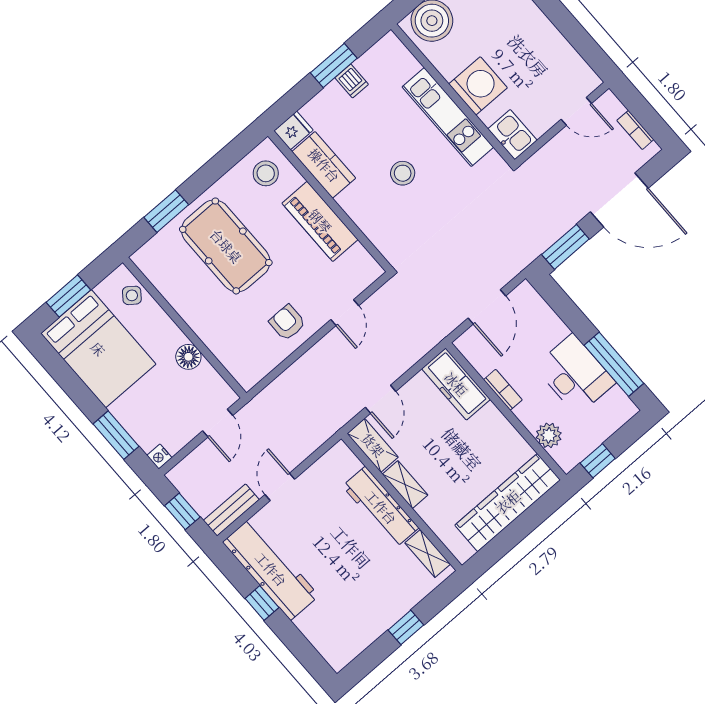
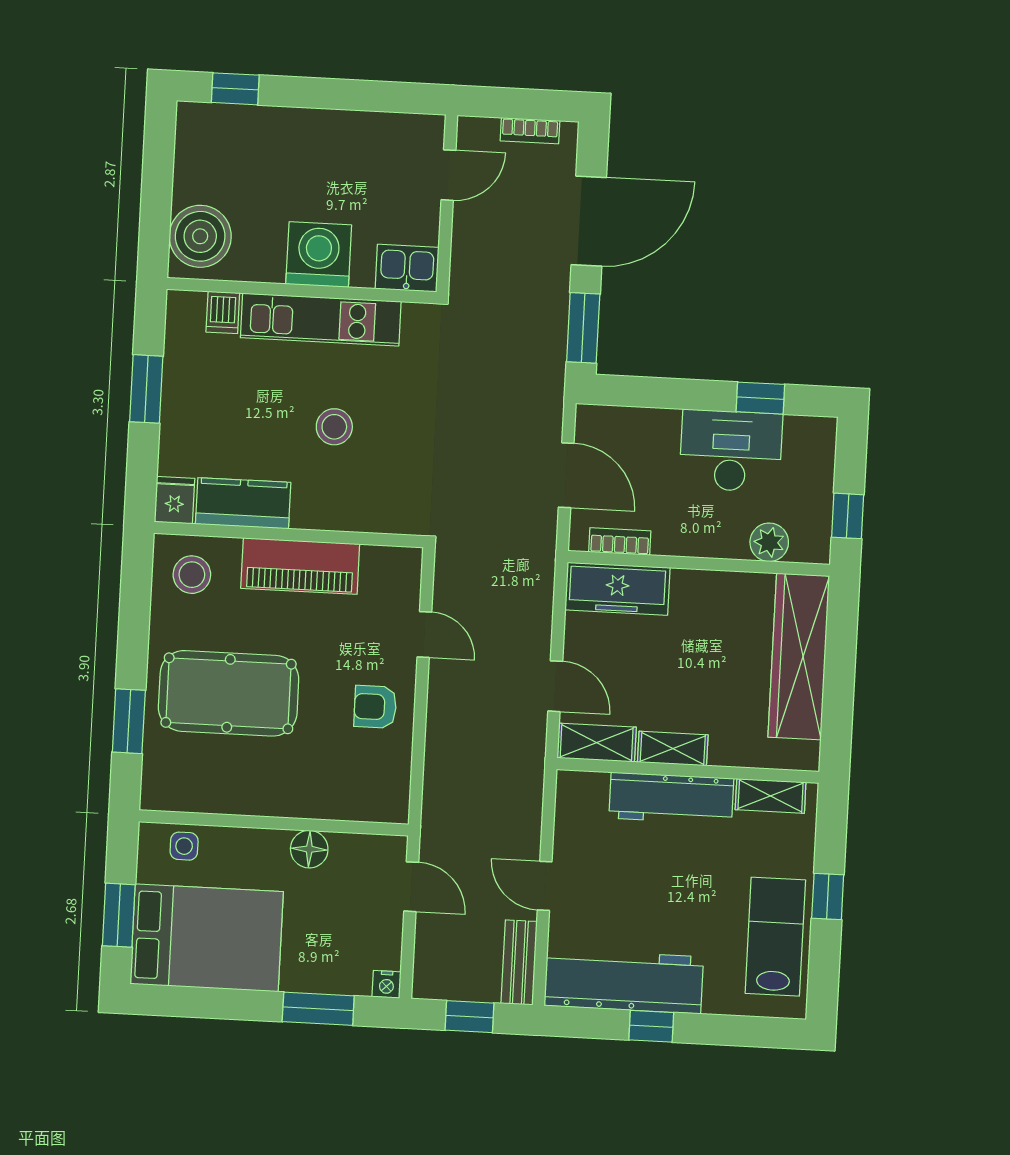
dishwasher: (352, 81) -> (223, 312), moved, turned 90
side table: (132, 295) -> (184, 846), turned -37
window: (614, 364) -> (760, 398), width x0.46
bookcase: (503, 390) -> (620, 542), moved
lab bench: (362, 621) -> (775, 937), added

